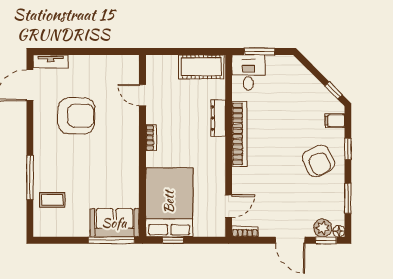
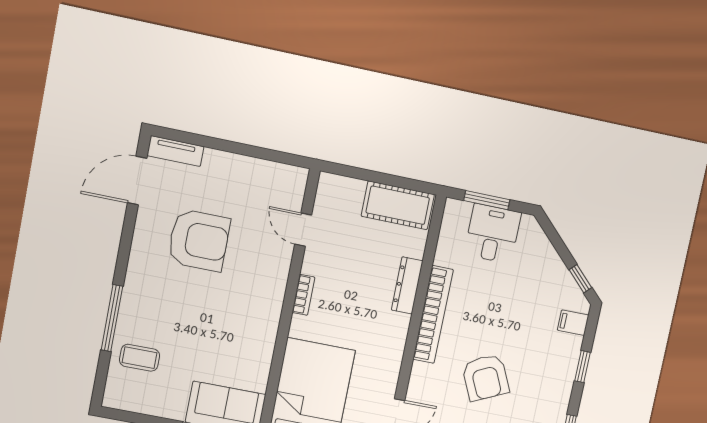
desk: (248, 73) -> (493, 234), moved
armchair: (318, 161) -> (485, 378), moved

